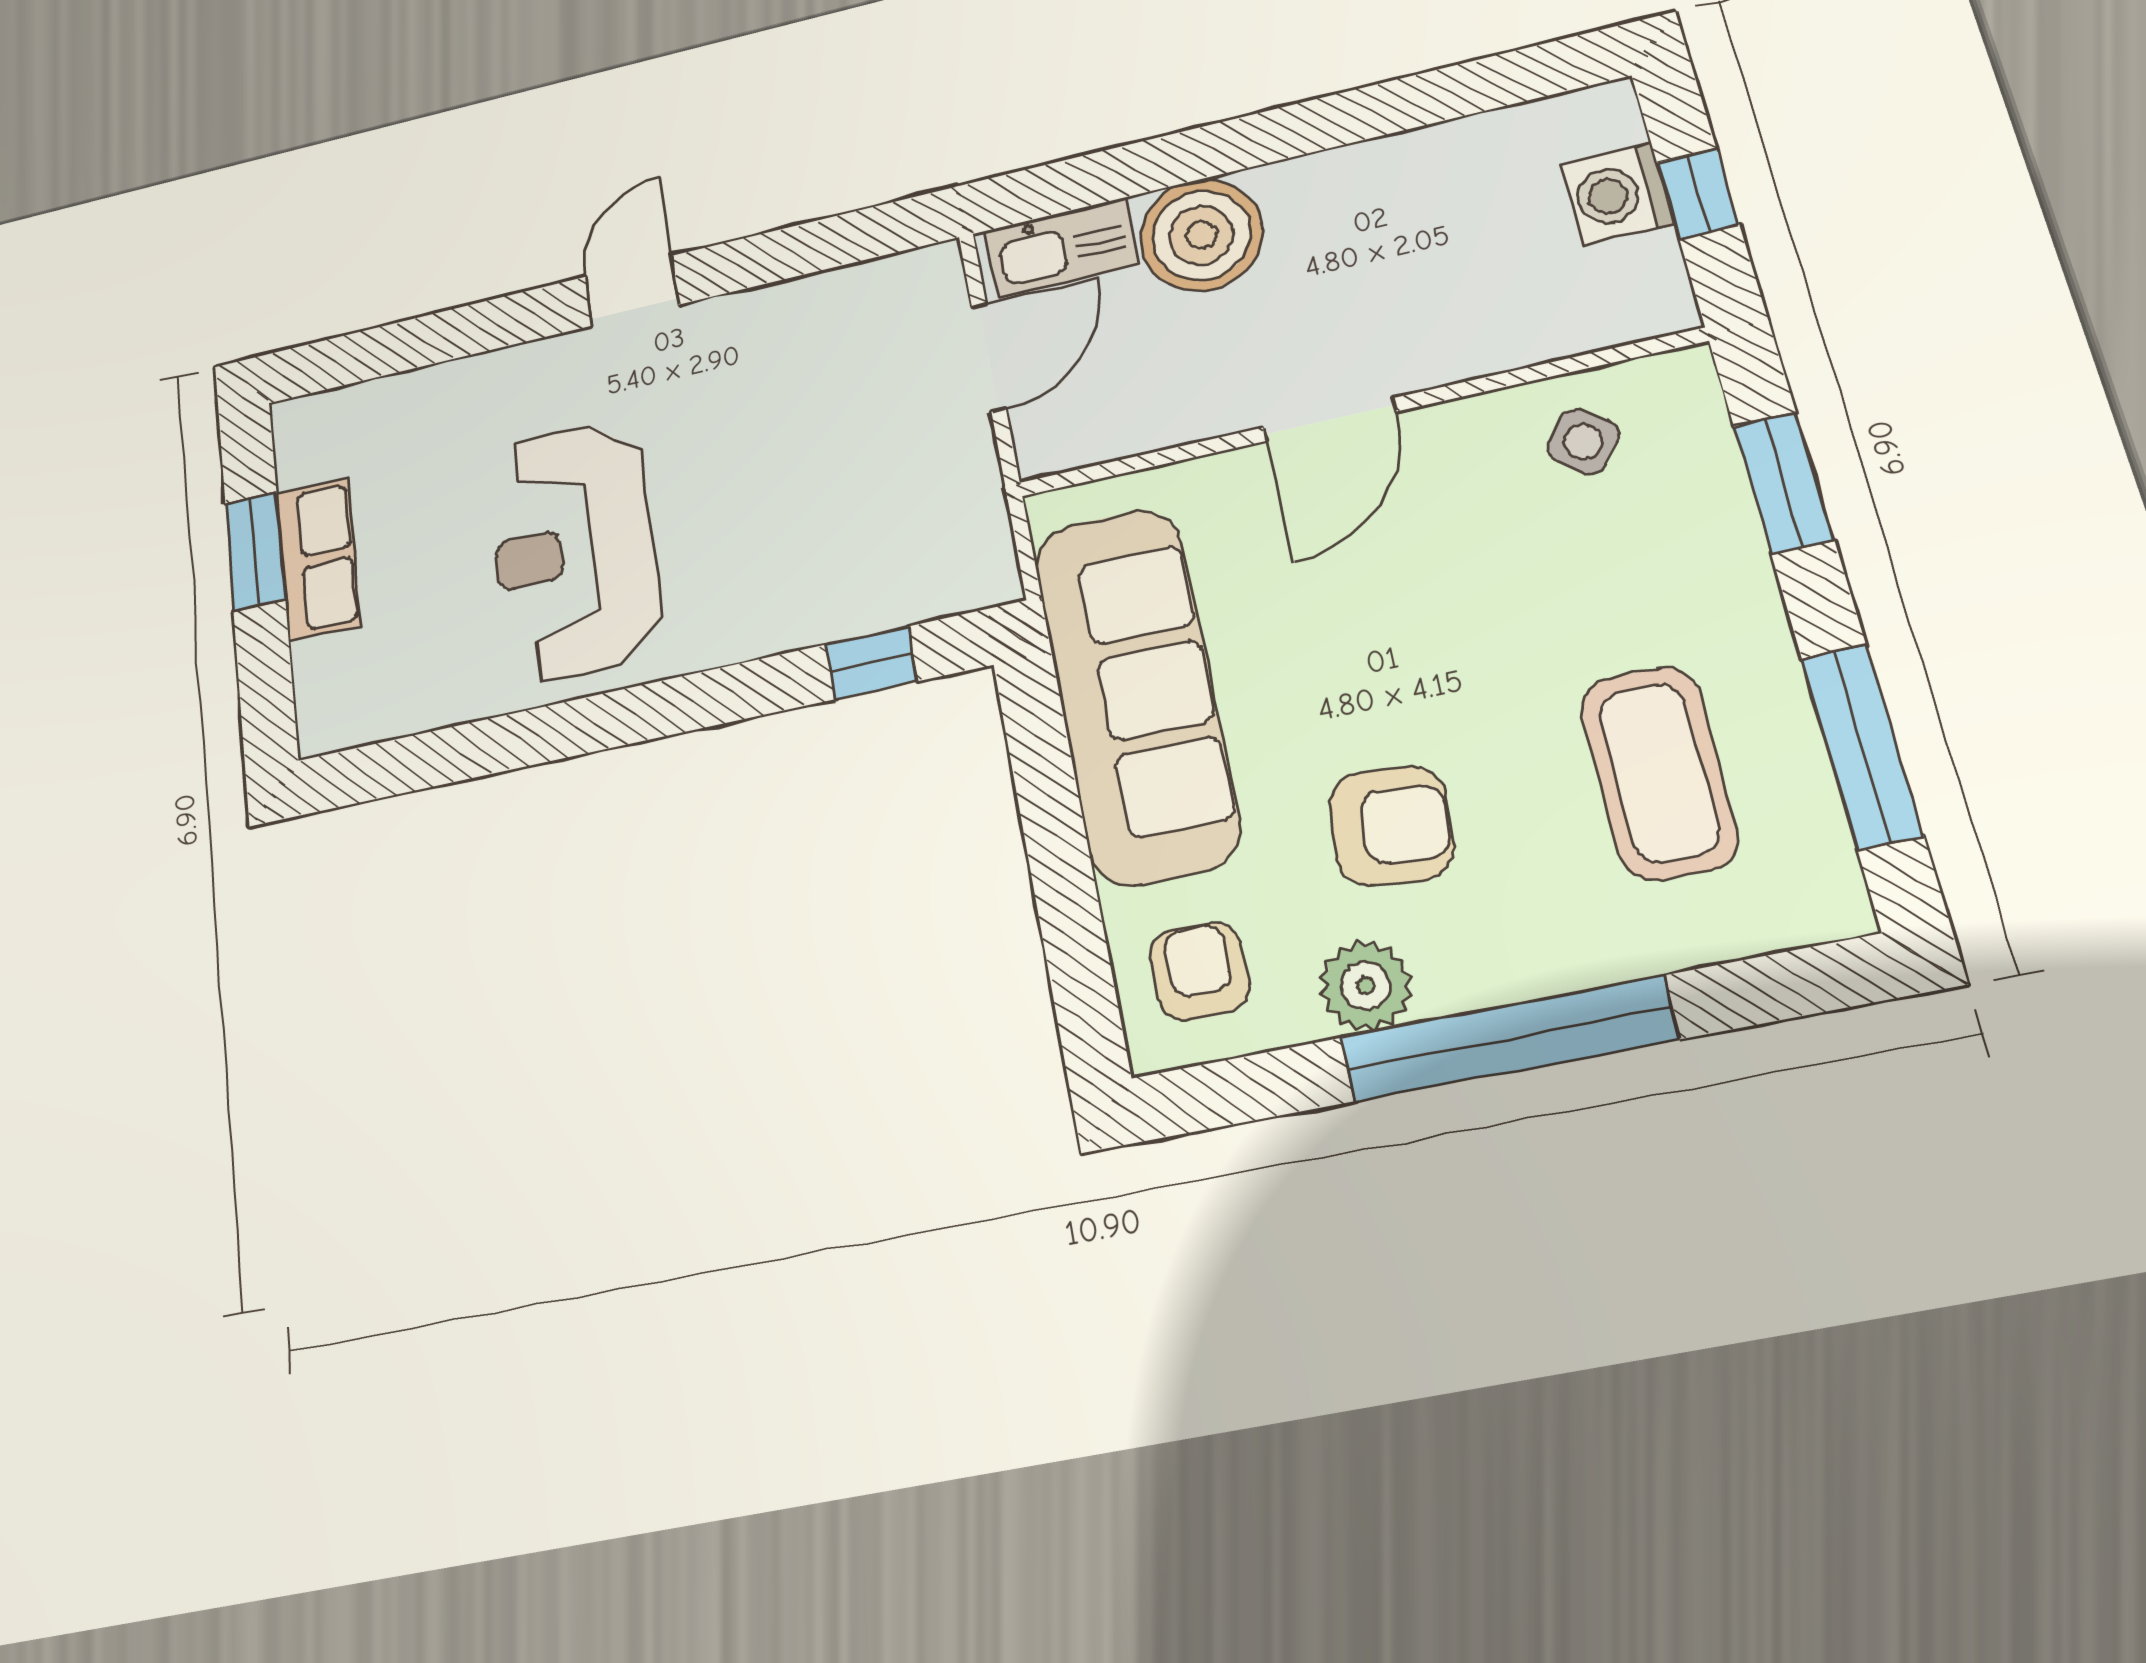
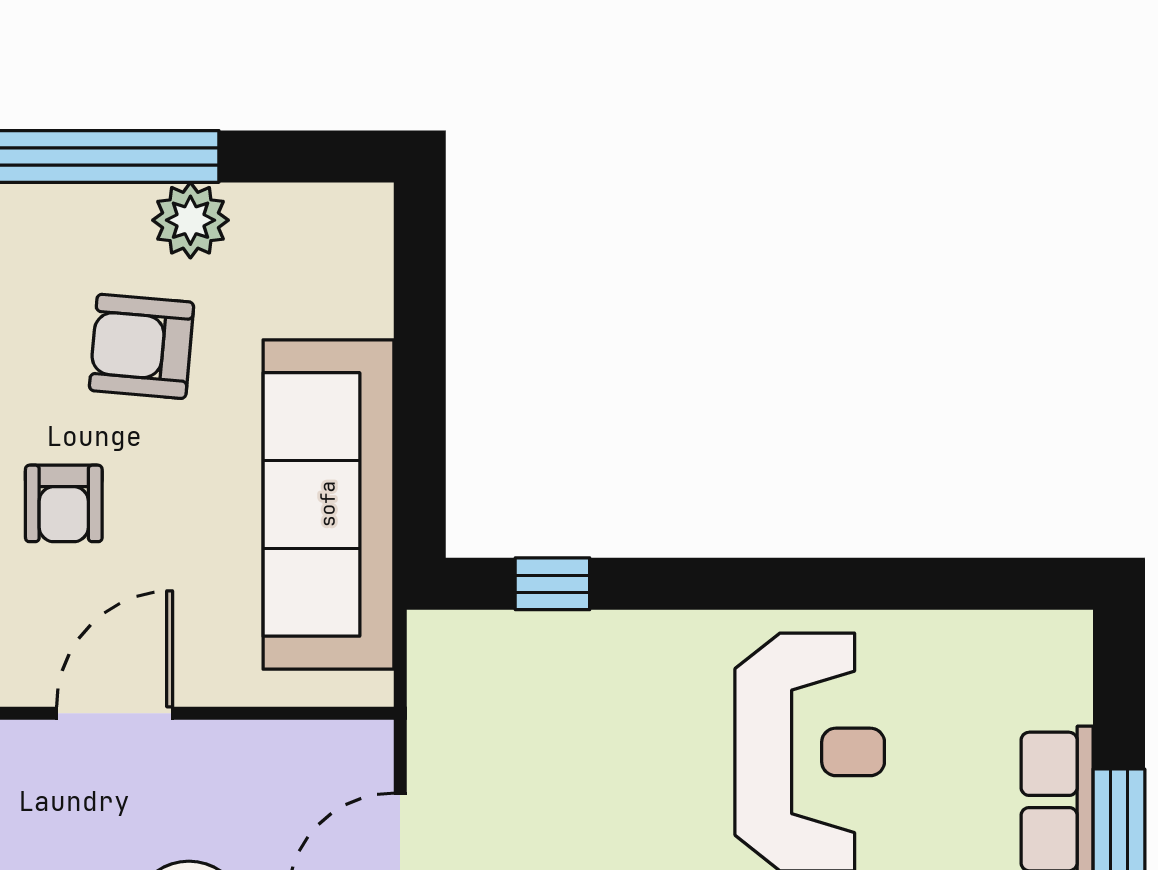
armchair: (1200, 972) -> (64, 503), moved

